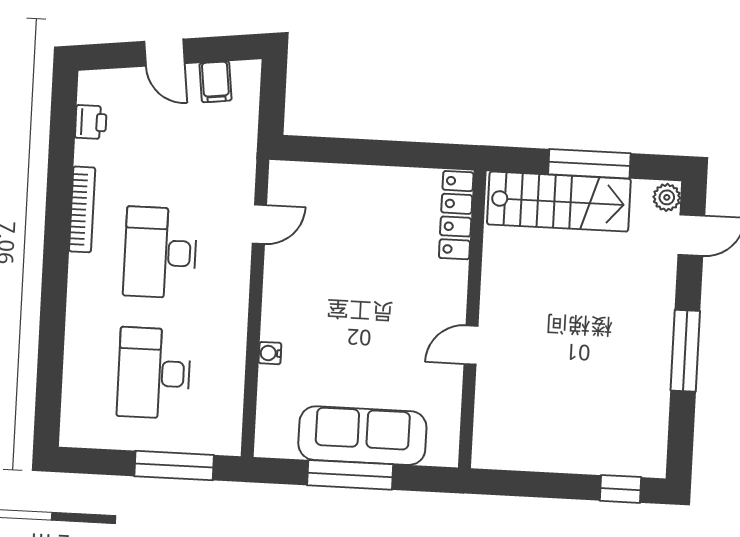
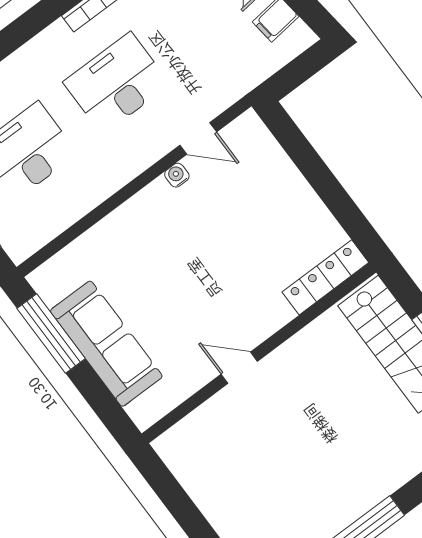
water cooler: (270, 353) -> (177, 175), moved
window: (350, 475) -> (51, 334), moved

